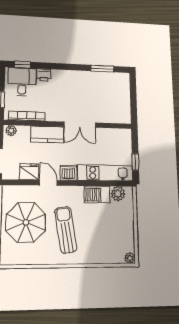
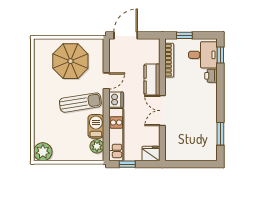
plant: (11, 130) -> (155, 46), removed
fridge: (29, 172) -> (151, 154), moved, turned -90
sun lounger: (66, 230) -> (80, 103), moved
plant: (130, 258) -> (43, 152), width x1.88, depth x1.88

